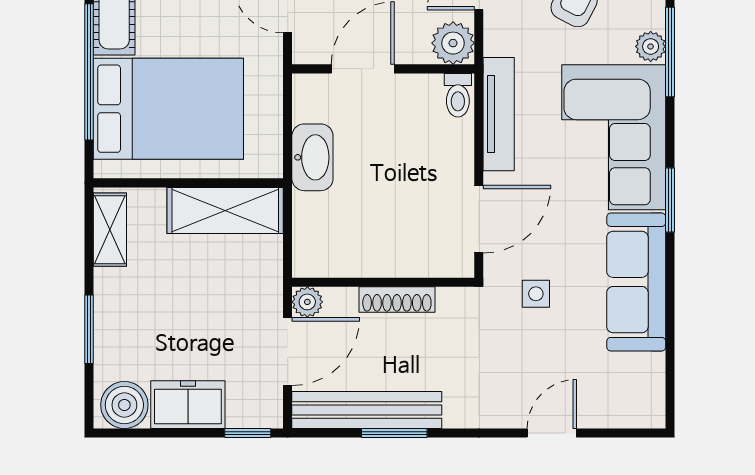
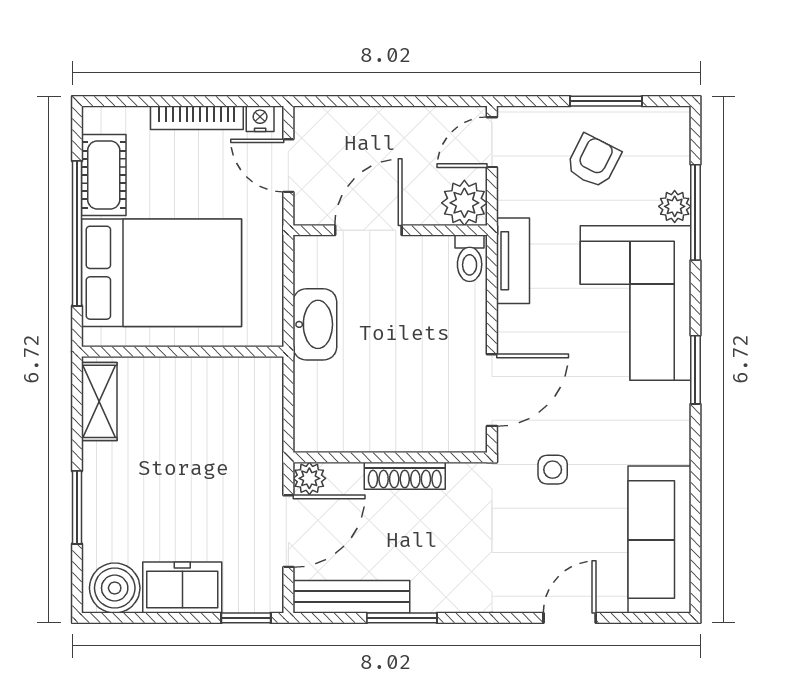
tv unit: (499, 114) -> (513, 261), width x0.71
shelving: (225, 211) -> (222, 381), removed
sofa: (636, 282) -> (659, 540), moved
bench: (367, 410) -> (351, 597), width x0.73, depth x0.82

